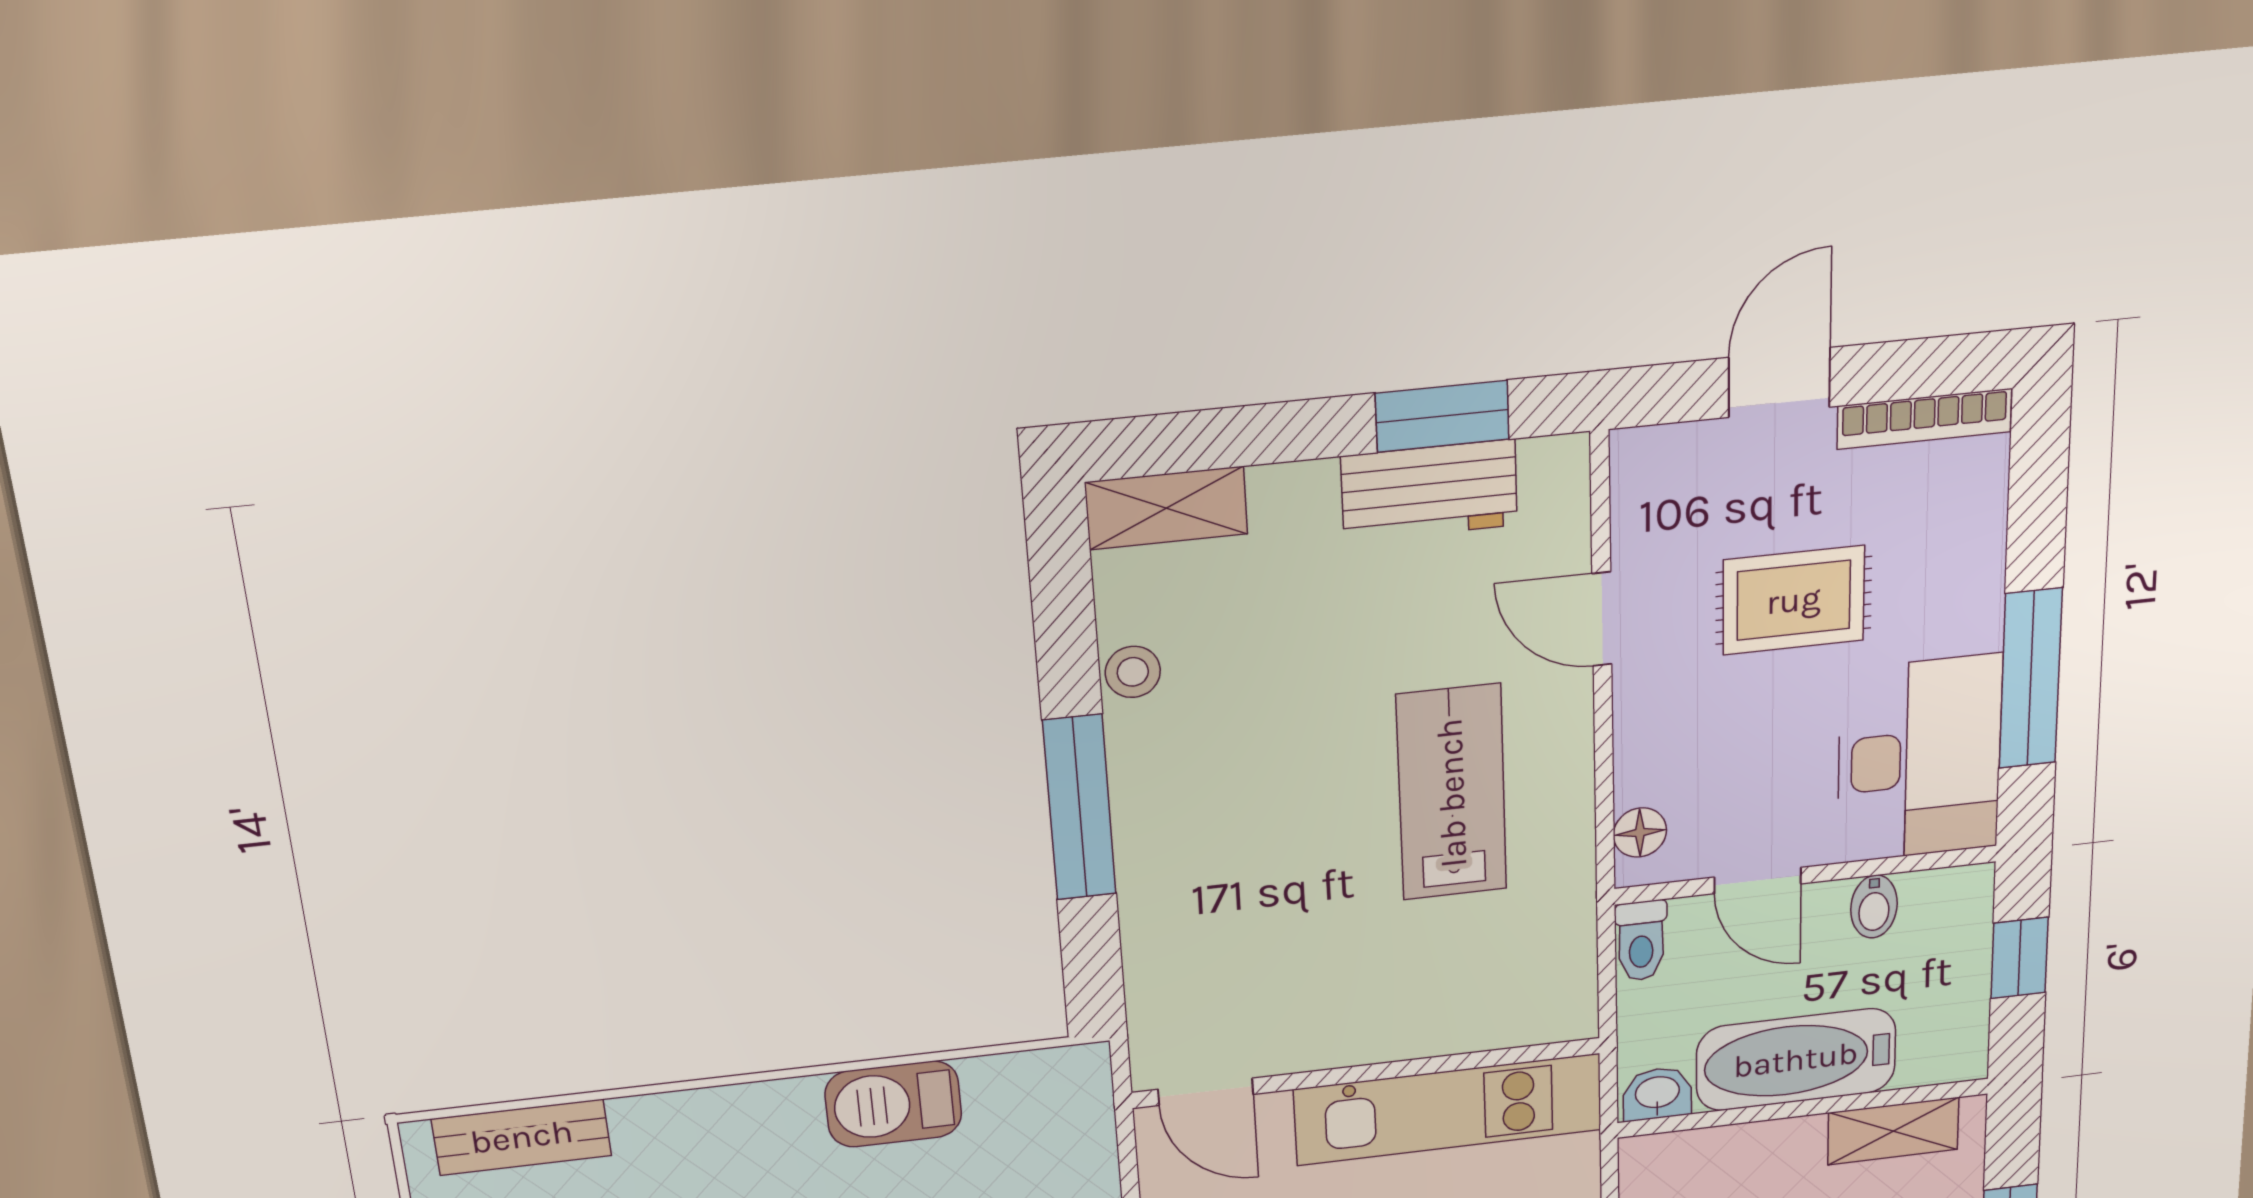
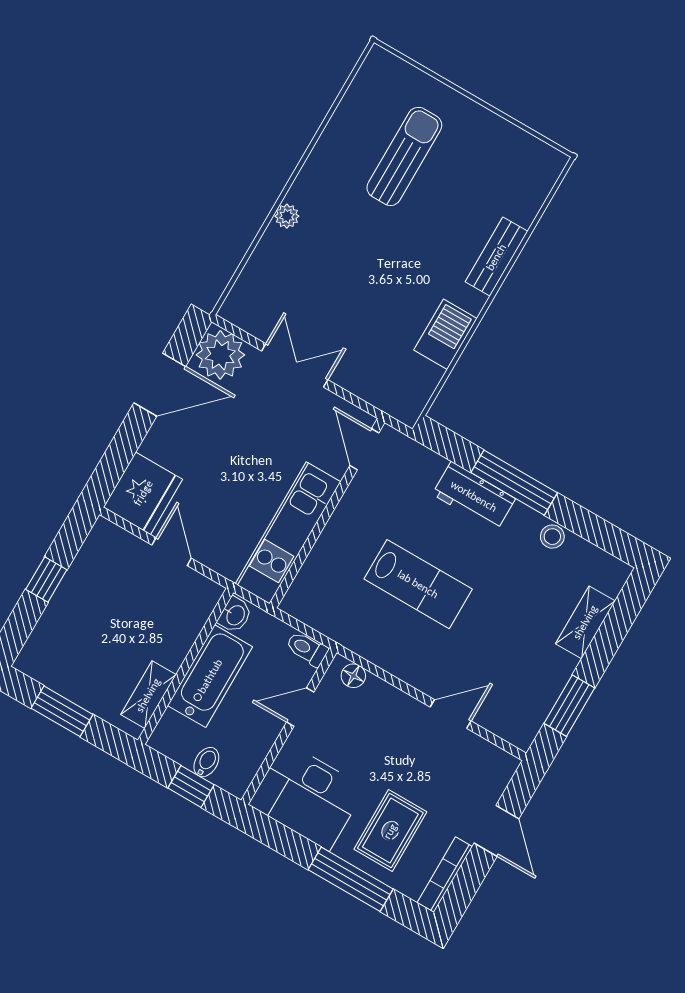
workbench: (1429, 491) -> (474, 496), moved, turned -90
shelving: (1166, 508) -> (585, 622), moved
rug: (1794, 600) -> (390, 831), moved
window: (2031, 679) -> (351, 879), moved
lab bench: (1452, 793) -> (418, 584), moved
bidet: (1874, 907) -> (206, 762), moved, turned 90
door: (1206, 1092) -> (364, 449), hinge flipped
bench: (522, 1137) -> (496, 257), moved

